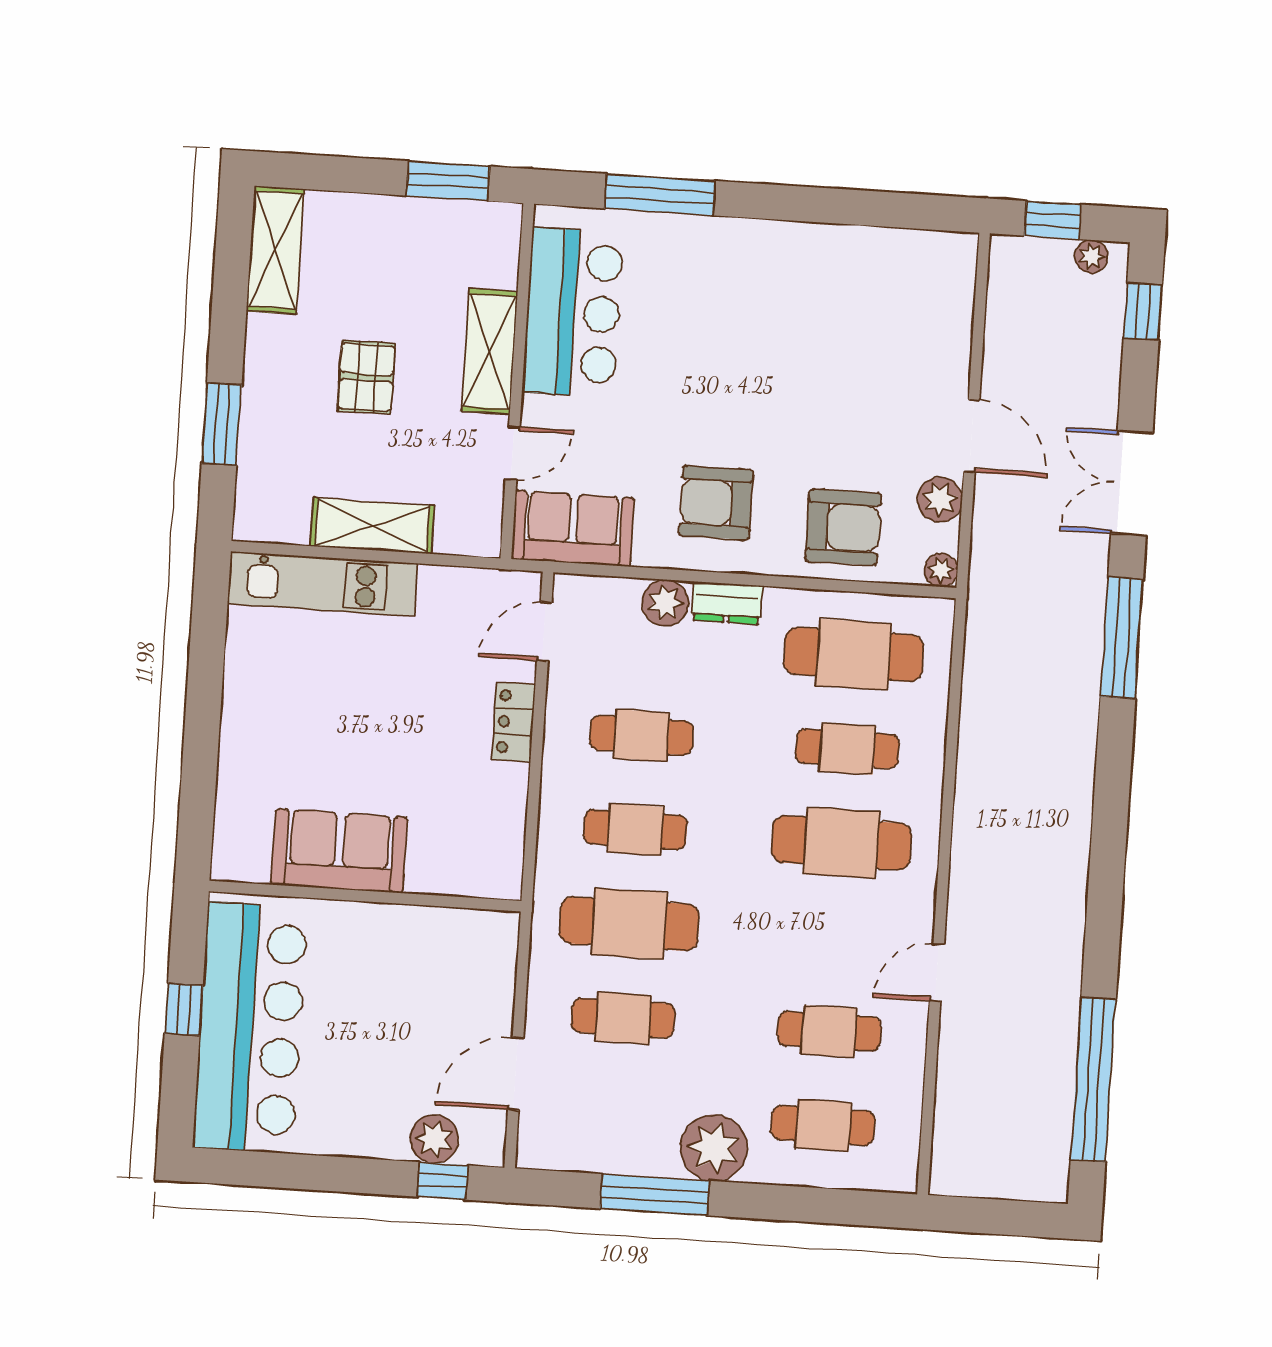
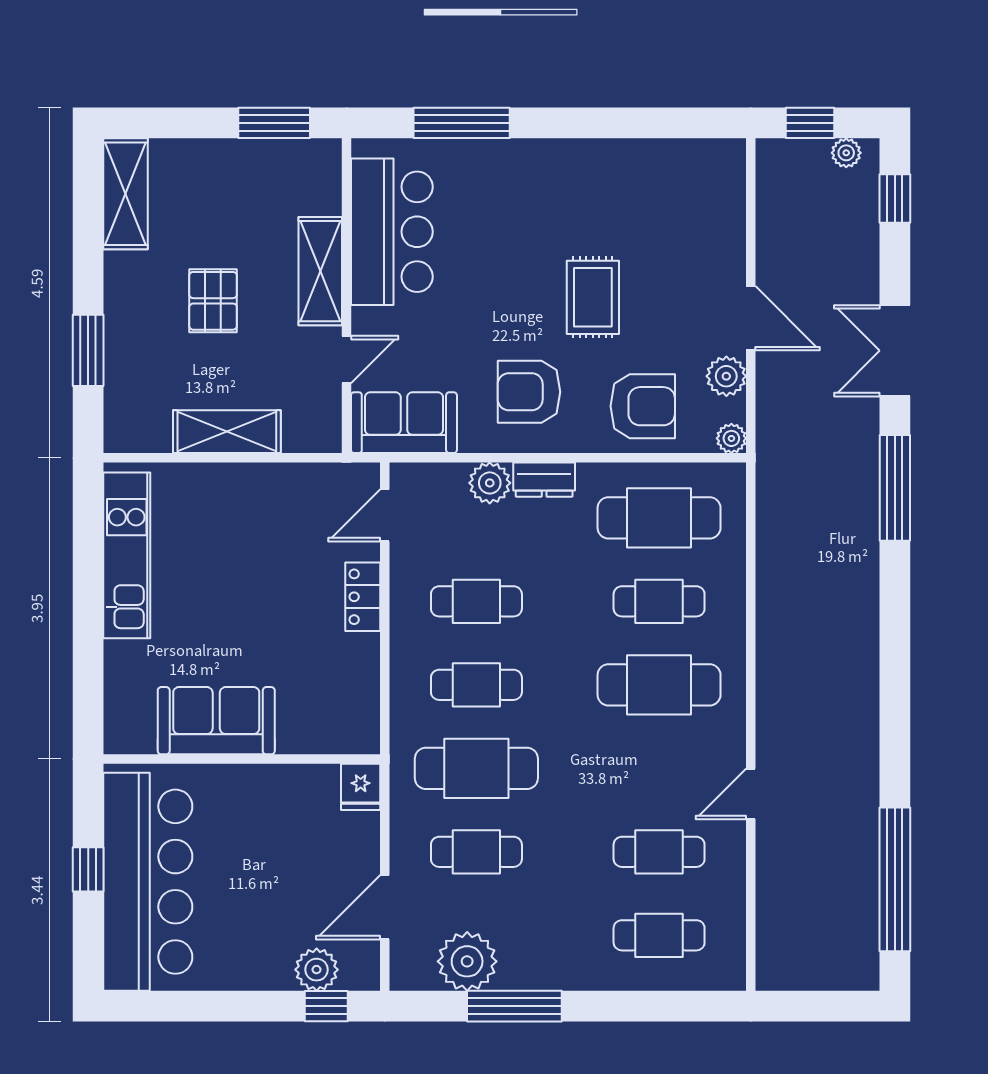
rug: (795, 401) -> (593, 297), added
kitchen unit: (323, 584) -> (127, 555), moved, turned -90
fridge: (497, 936) -> (361, 787), added
plant: (714, 1148) -> (467, 961), moved

